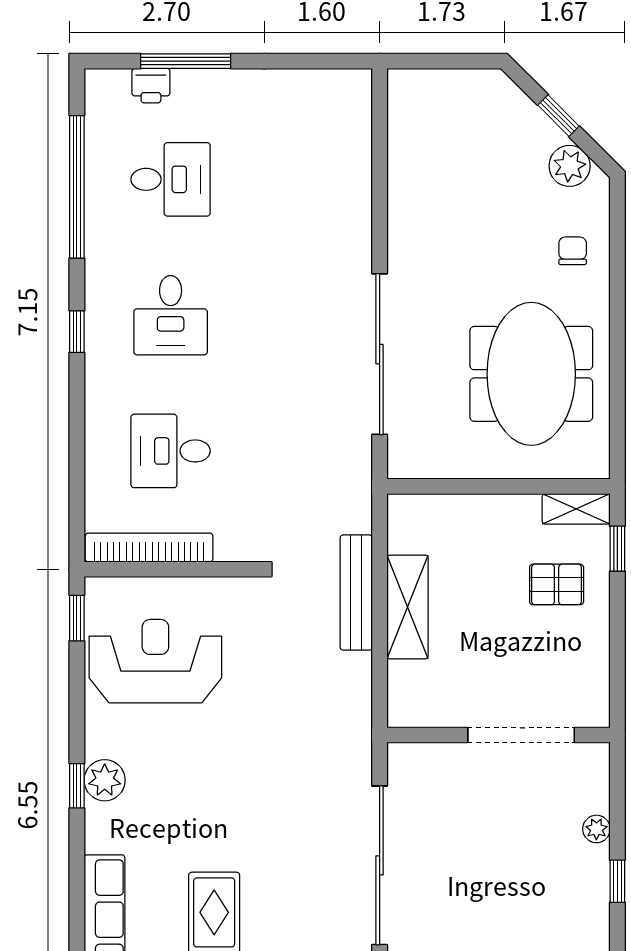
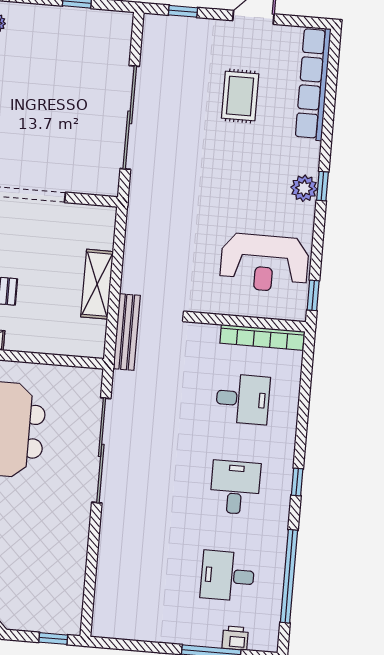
window: (428, 61) -> (53, 639), added
bench: (356, 593) -> (127, 332), moved

